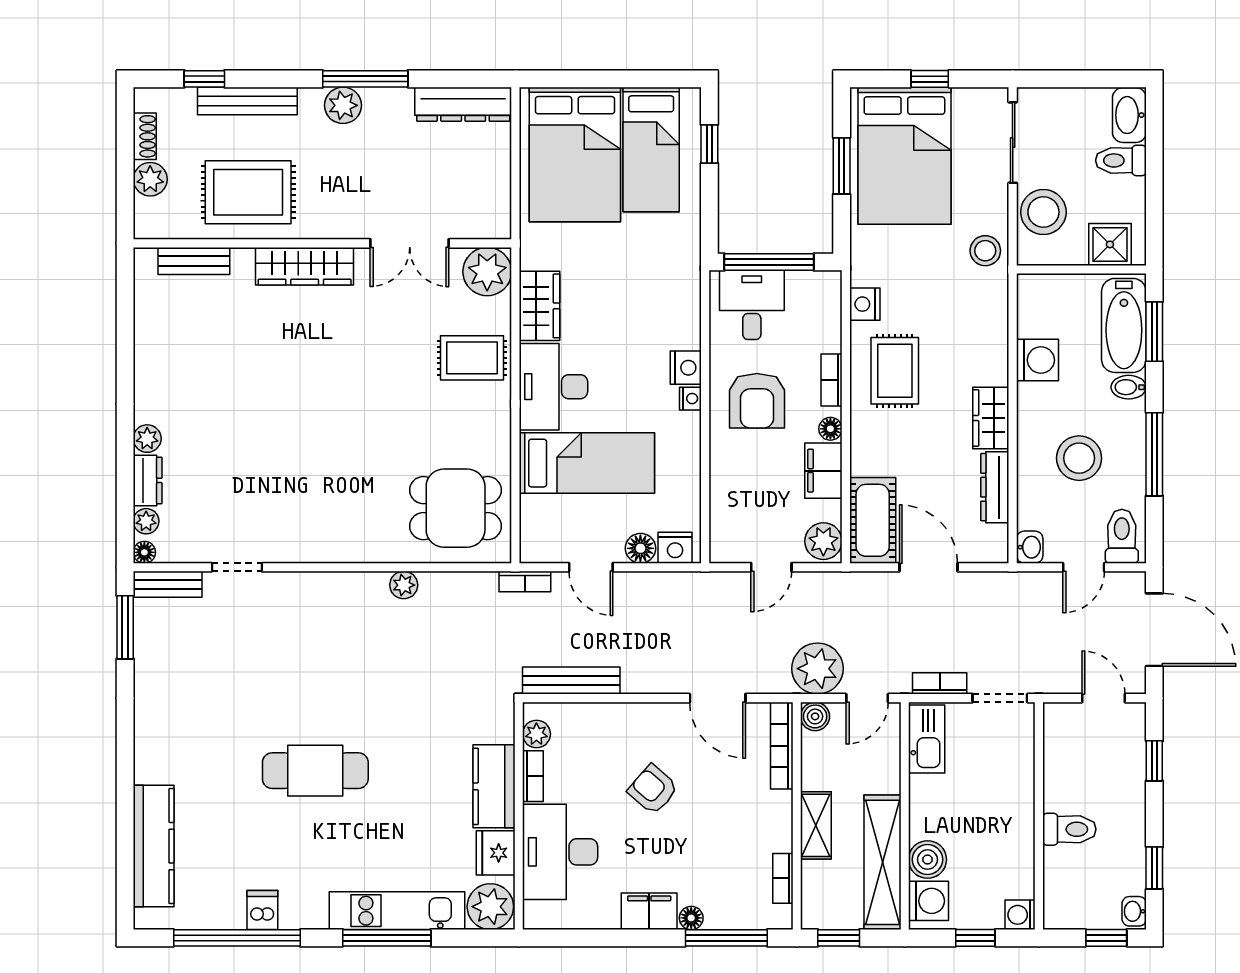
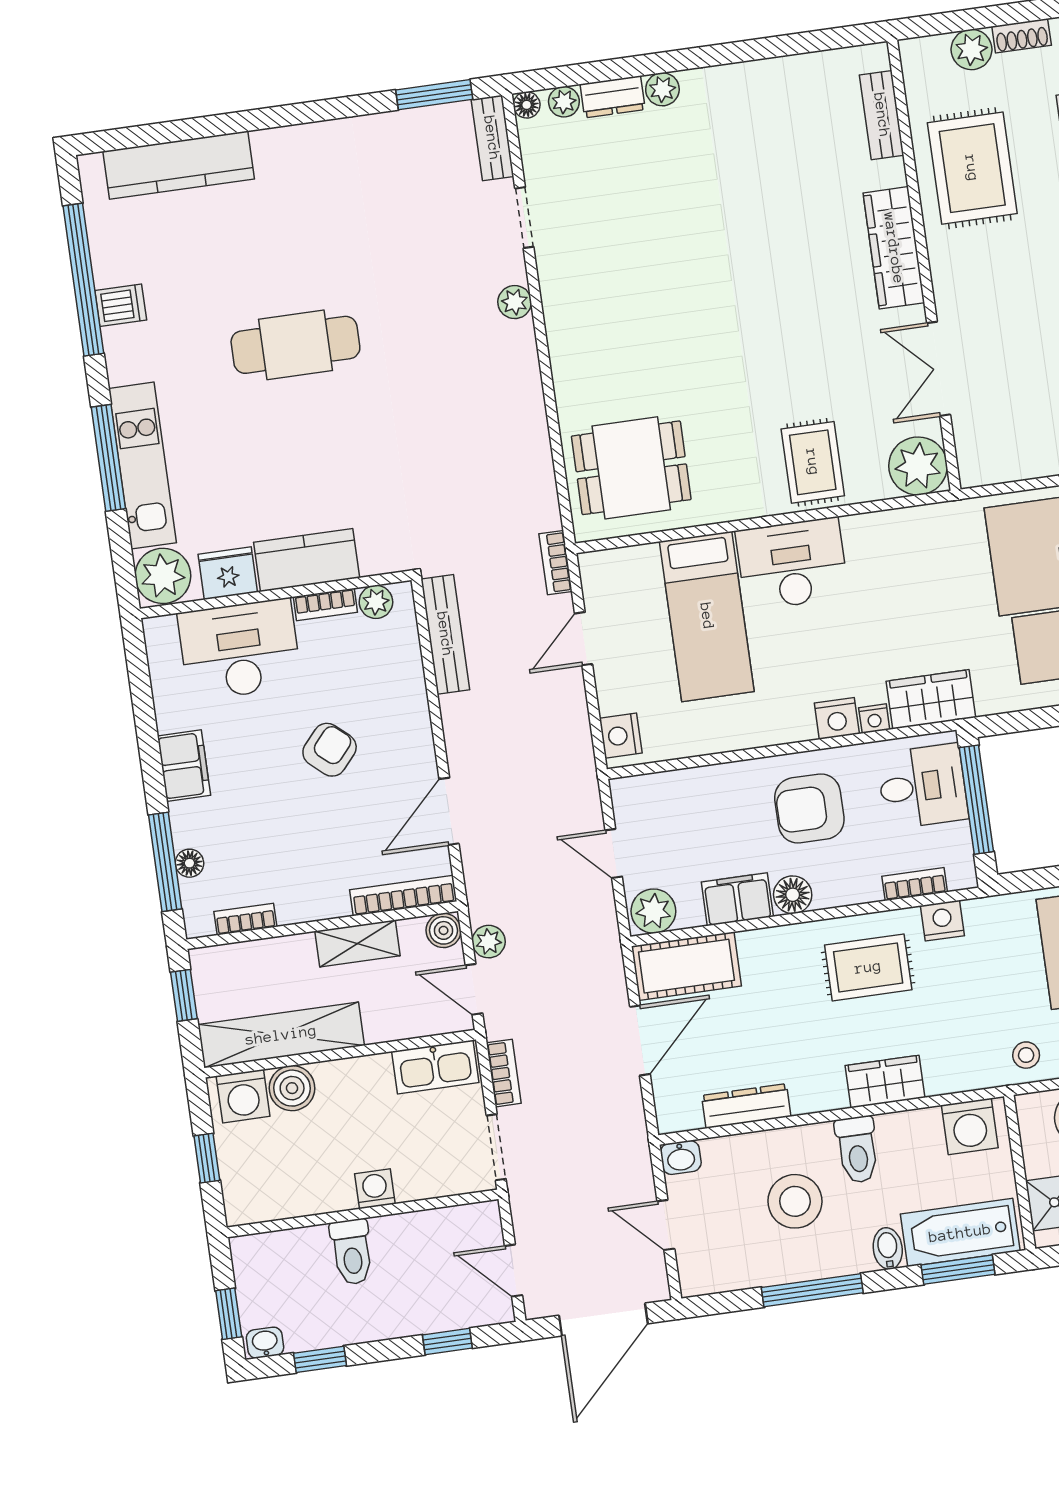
stool: (985, 251) -> (1026, 1055), width x0.73, depth x0.73
wardrobe: (540, 306) -> (931, 699), moved, turned 180
washing machine: (1038, 360) -> (970, 1126), moved
bookcase: (831, 380) -> (915, 884), moved
nightstand: (690, 399) -> (874, 719), moved
wardrobe: (991, 418) -> (885, 1082), moved
floor lamp: (830, 429) -> (793, 895), width x1.37, depth x1.37
dining table: (456, 508) -> (631, 468), turned 90
toilet: (1122, 536) -> (857, 1150), moved, turned 90
floor lamp: (640, 548) -> (614, 695), removed
plant: (404, 585) -> (515, 302), moved
plant: (817, 669) -> (489, 942), width x0.53, depth x0.53
door: (1104, 698) -> (514, 1271), swing flipped
cafe table: (315, 771) -> (295, 345), turned 90
shelving: (816, 825) -> (358, 943), moved
washing machine: (1020, 915) -> (375, 1189), moved
floor lamp: (691, 918) -> (189, 863), moved

